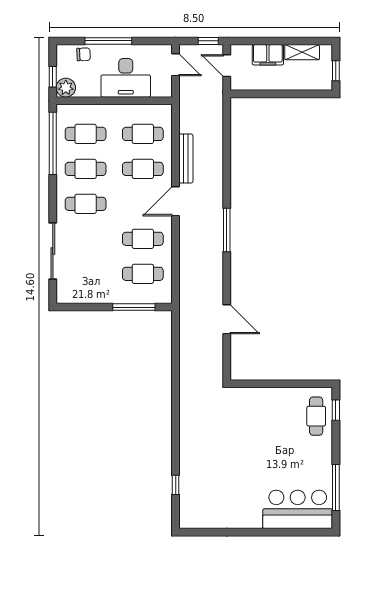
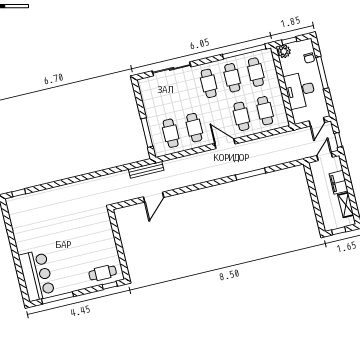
bench: (186, 159) -> (146, 170), moved
window: (227, 230) -> (251, 174), moved
window: (176, 485) -> (19, 193), moved

